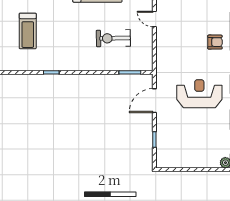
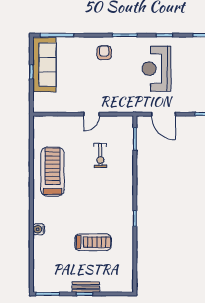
door: (154, 19) -> (92, 114), moved
exercise bike: (113, 38) -> (100, 156), width x0.73, depth x0.72

